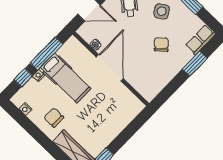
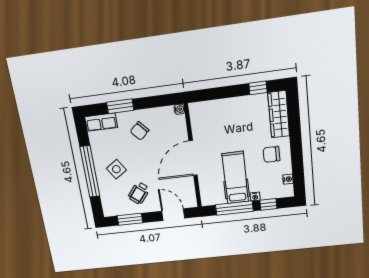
chair: (161, 44) -> (140, 131), moved
water cooler: (96, 45) -> (179, 109), moved
chair: (54, 118) -> (272, 154), turned 90

